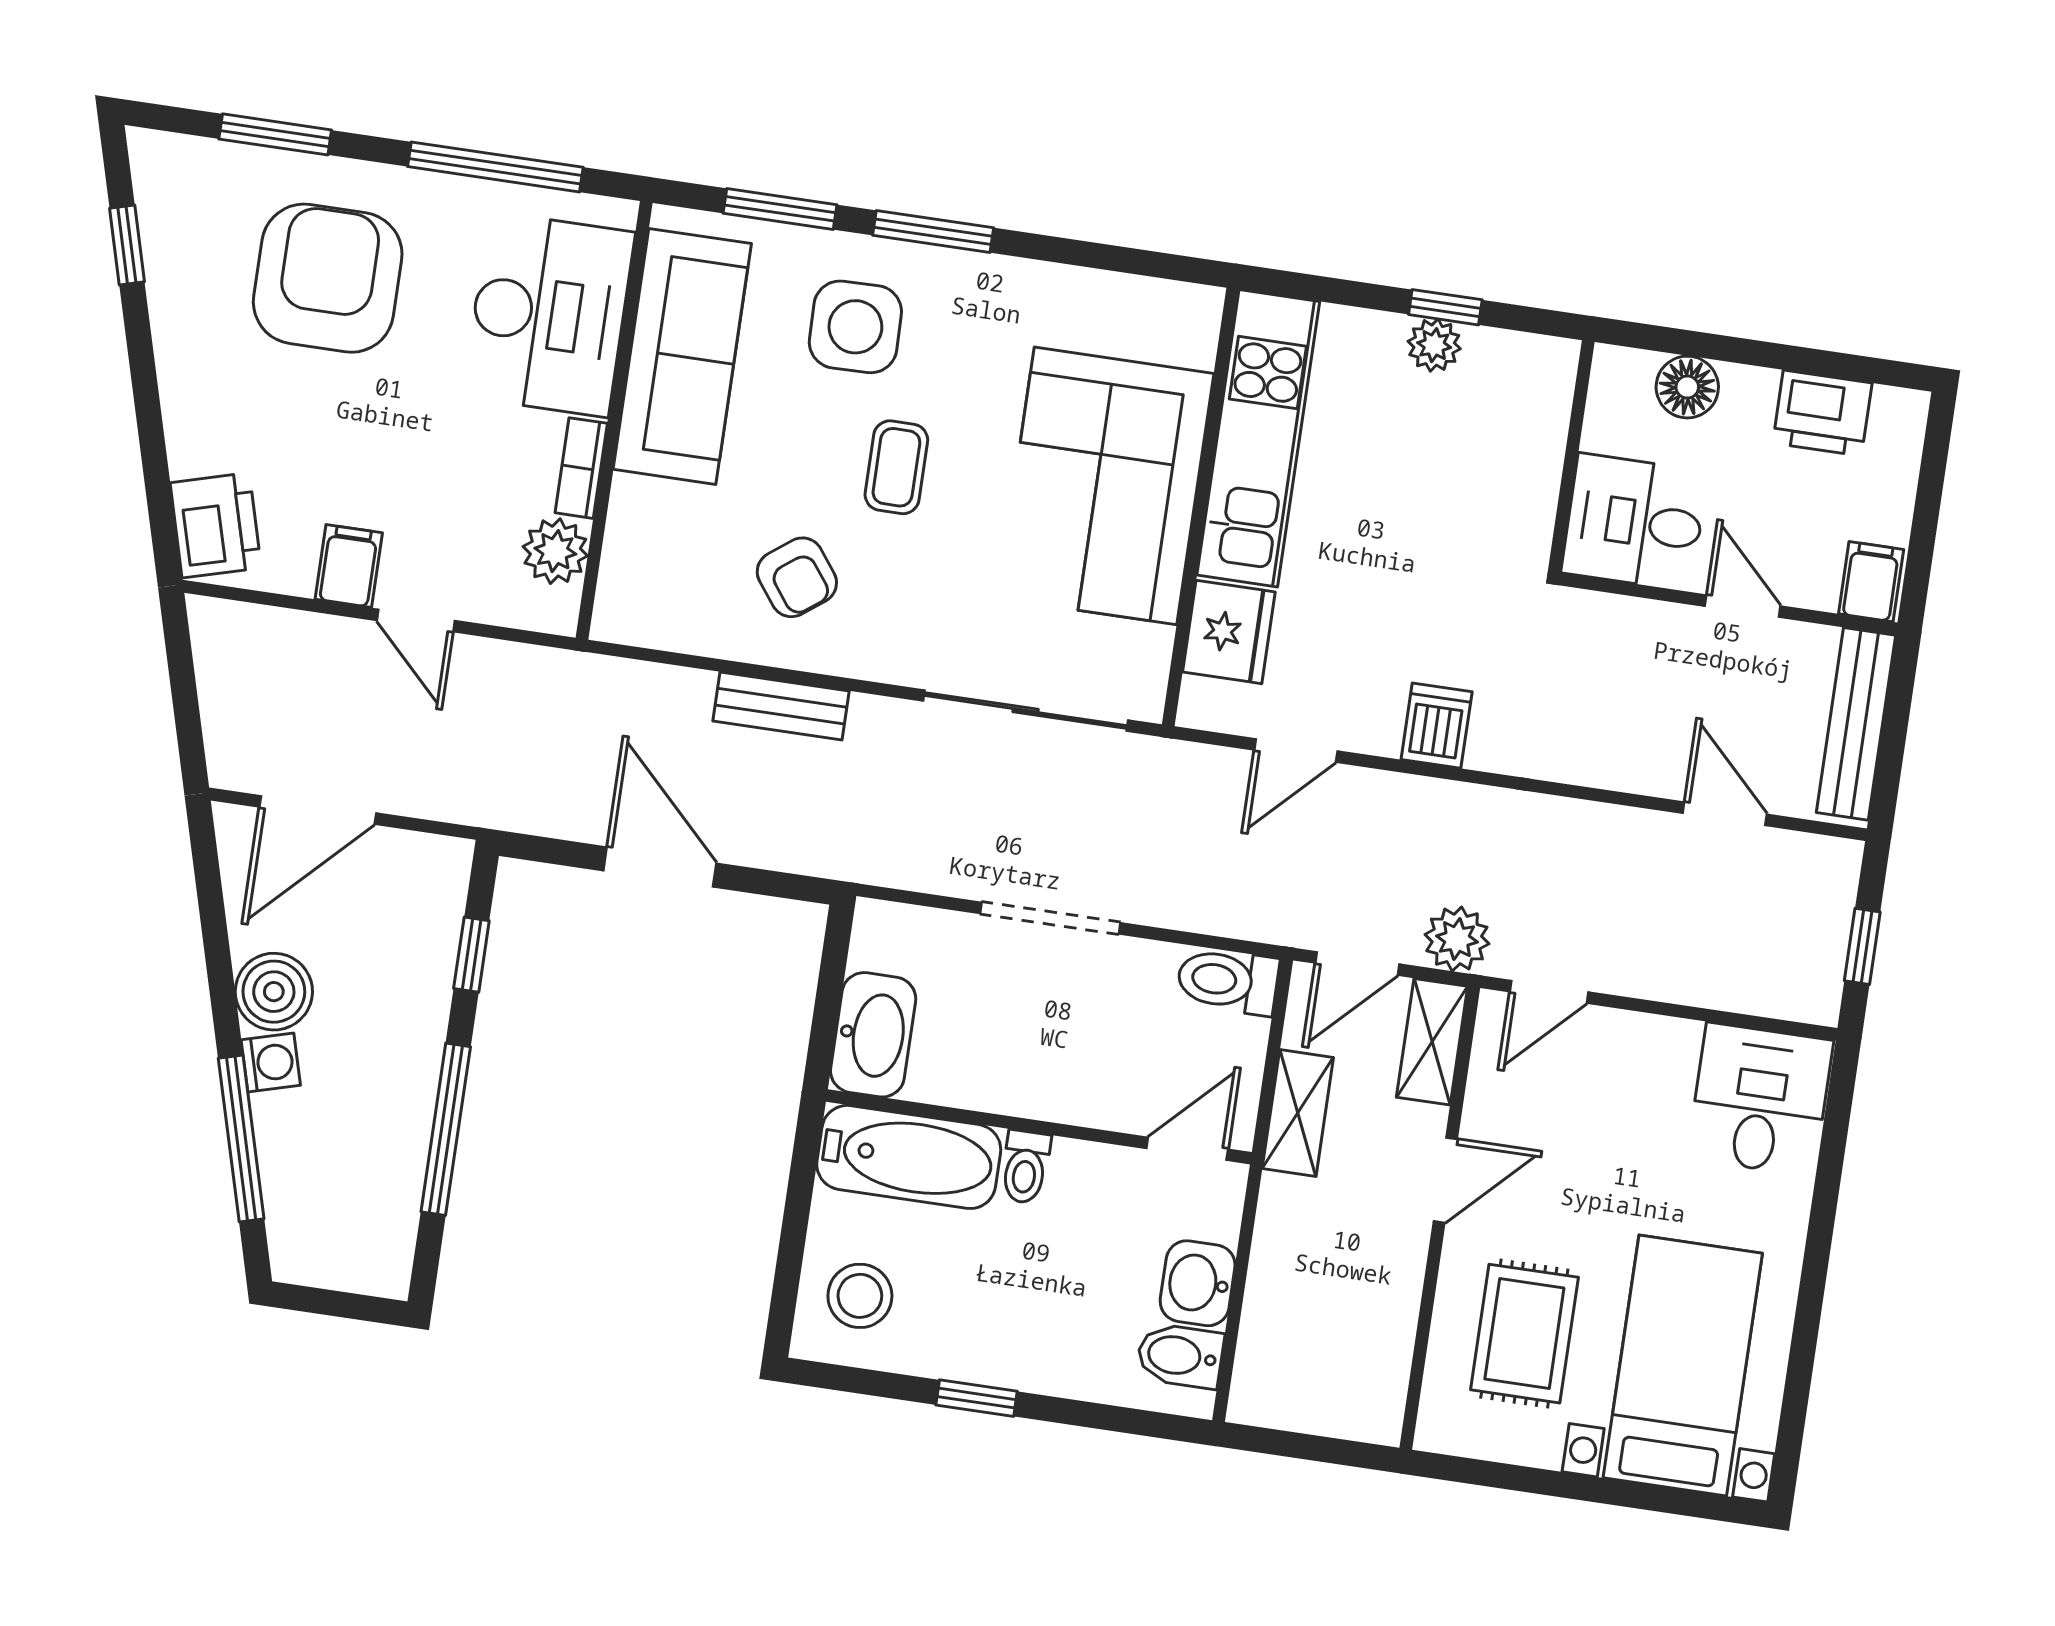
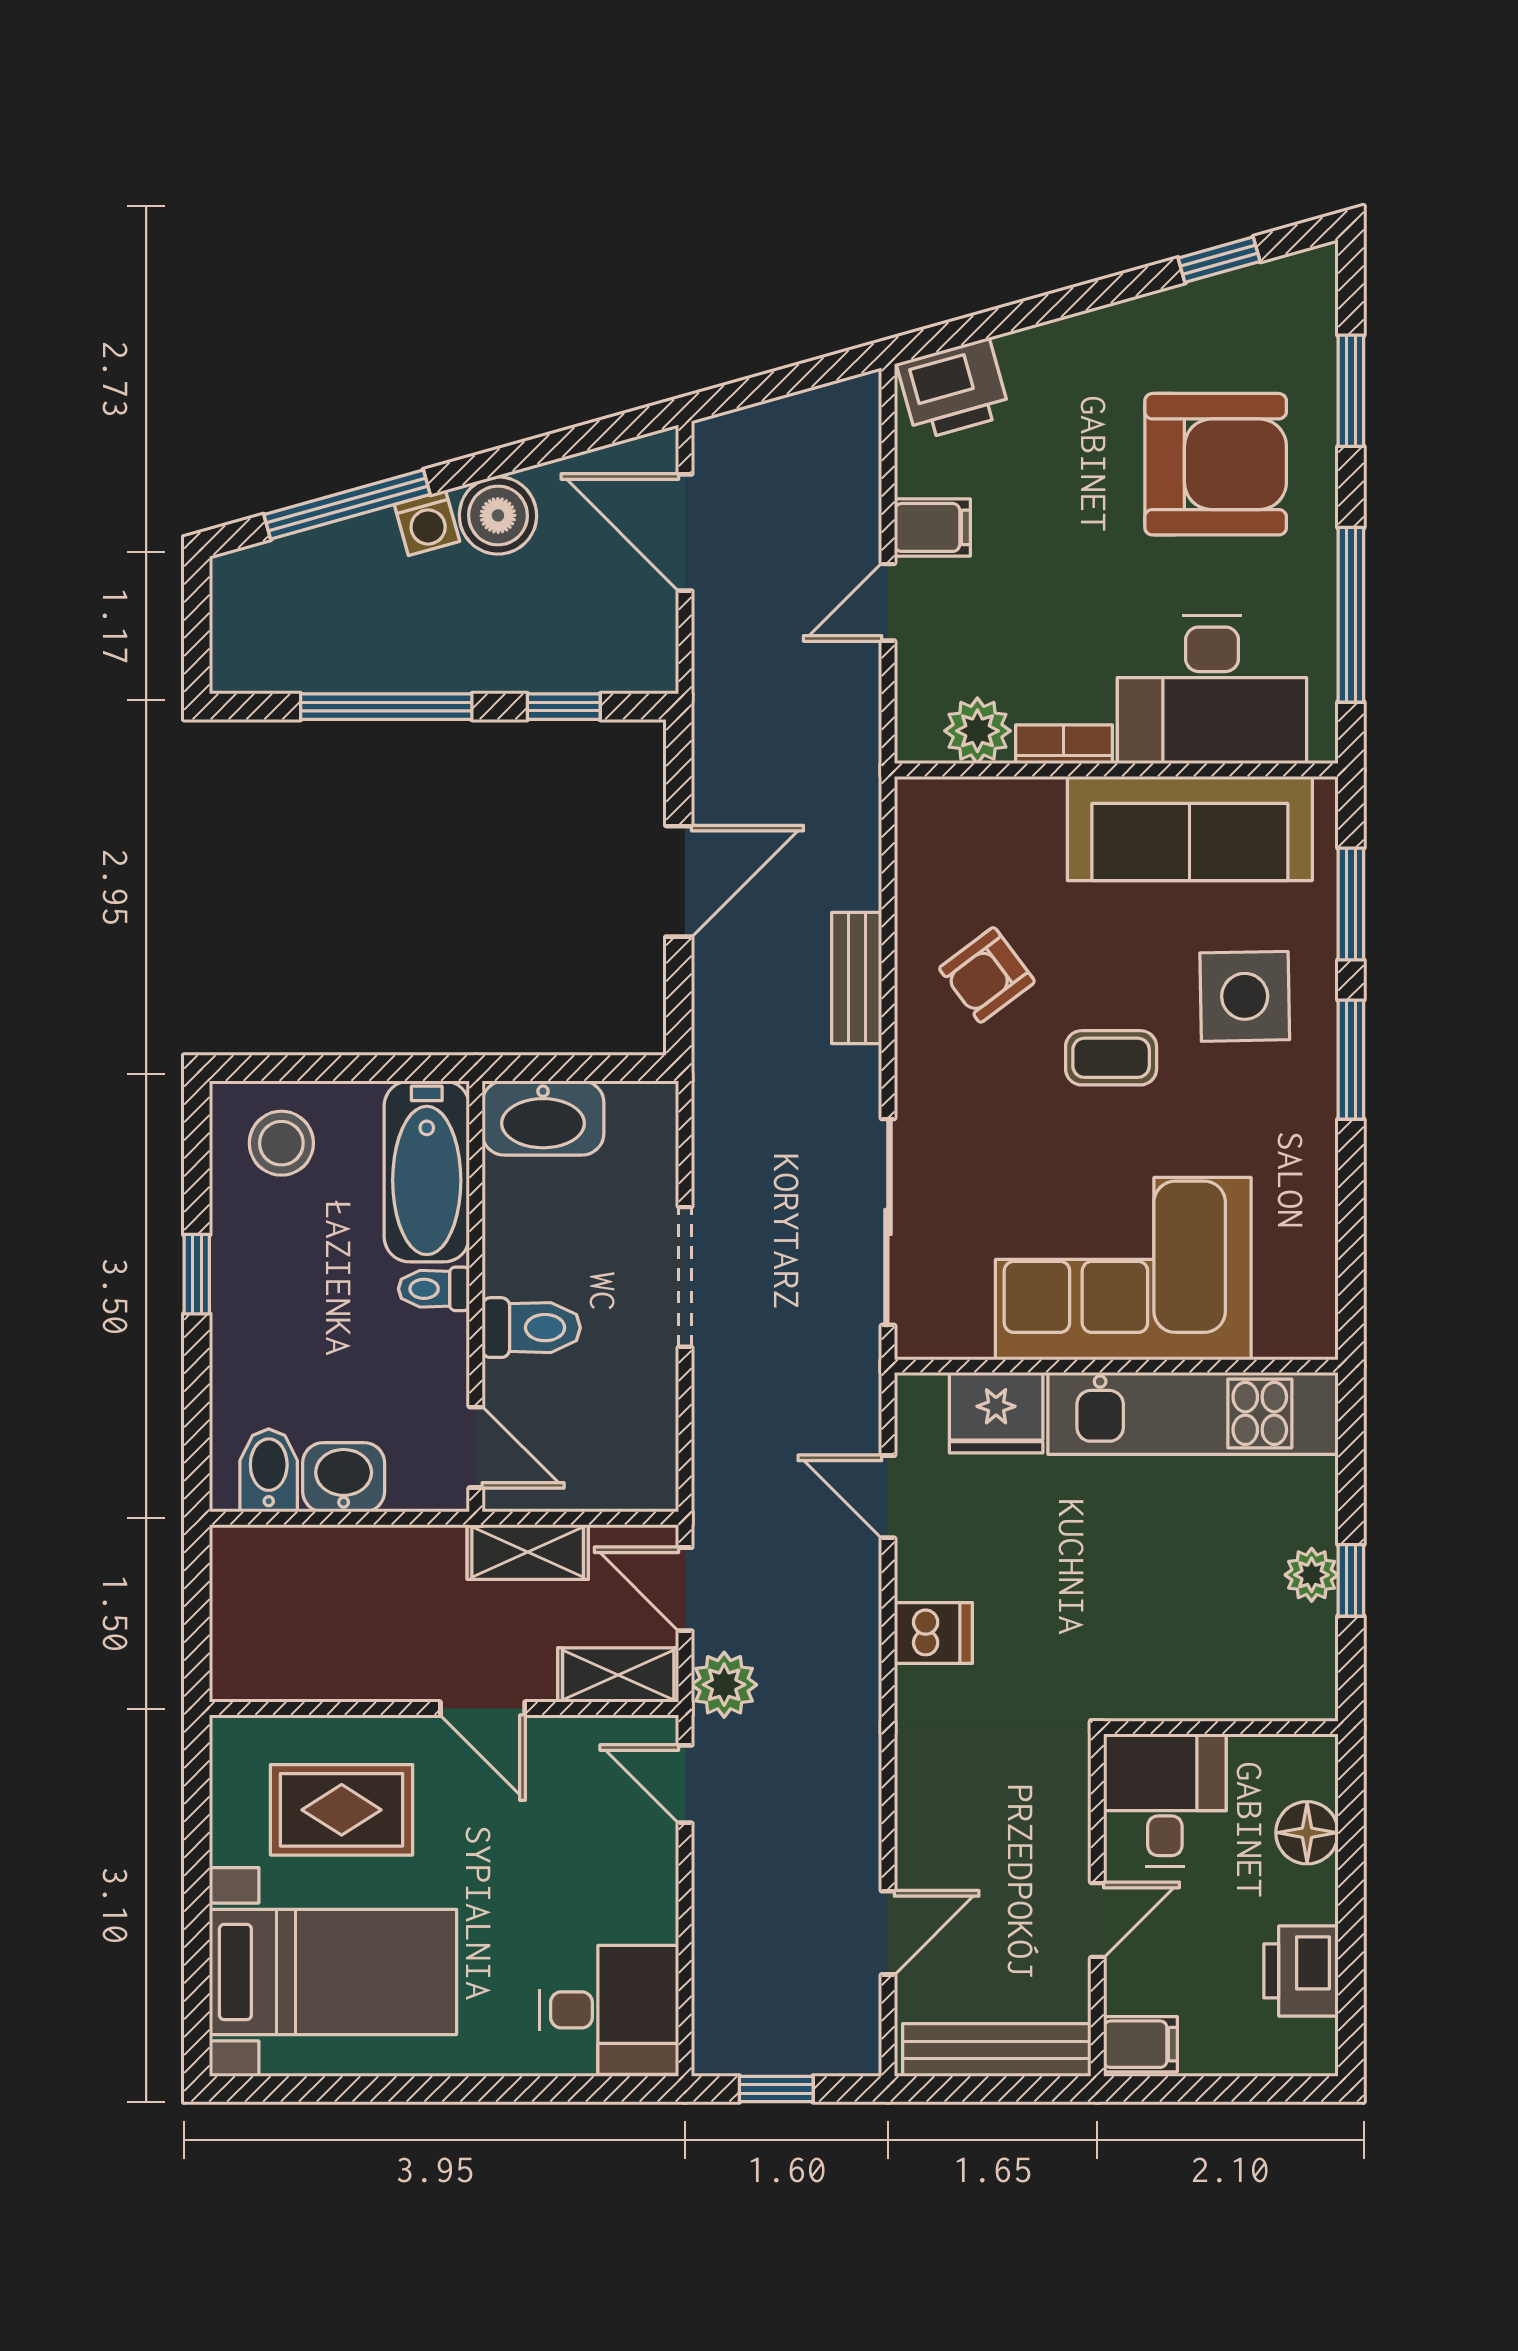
toilet: (1228, 981) -> (531, 1328), moved, turned 90

